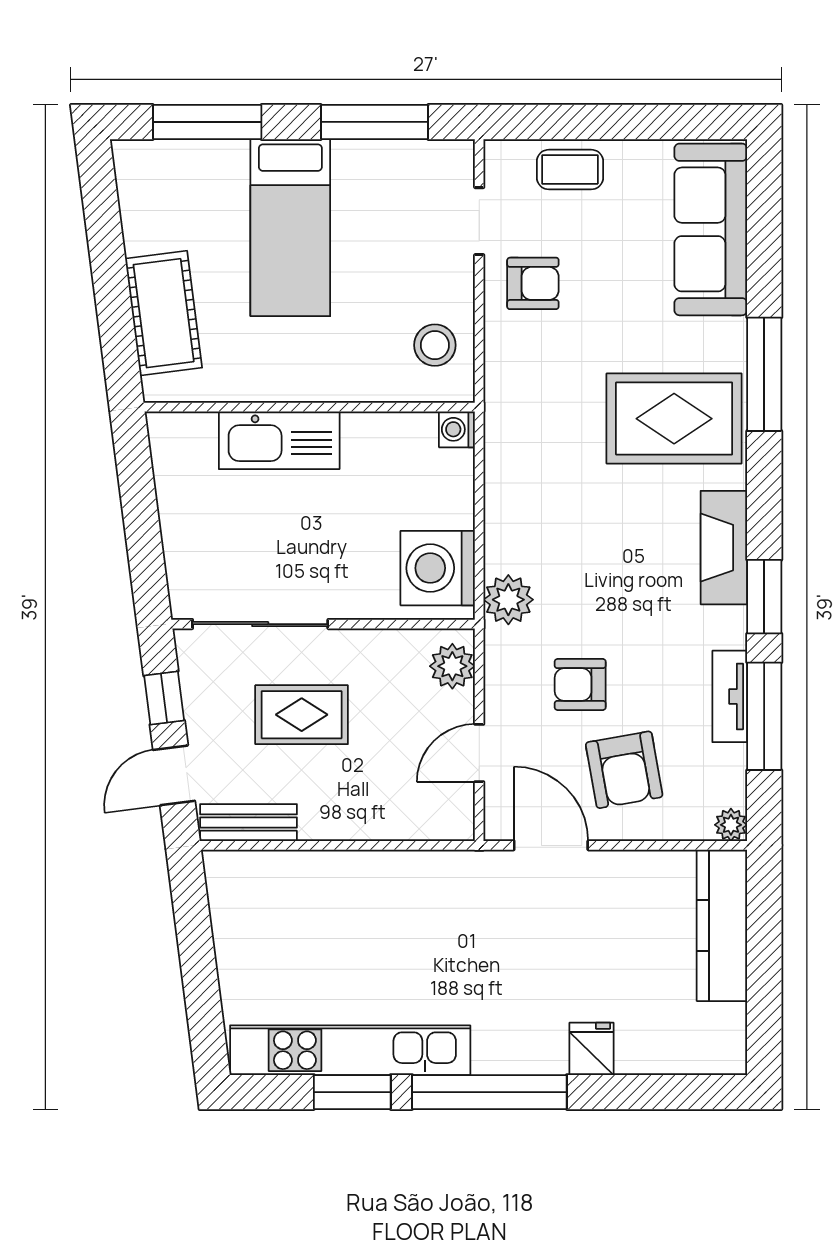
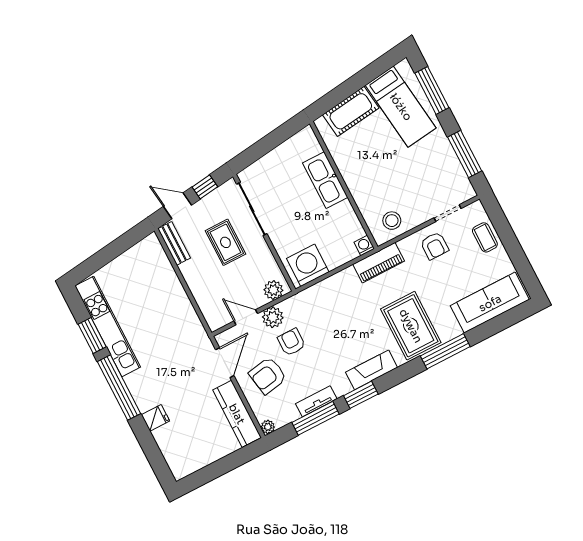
bed: (290, 228) -> (401, 107), moved, turned -97
piano: (508, 418) -> (379, 263), added
plant: (508, 600) -> (273, 317), moved
kitchen counter: (722, 925) -> (237, 414), moved, turned -90

